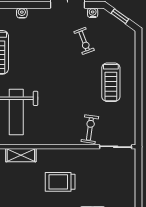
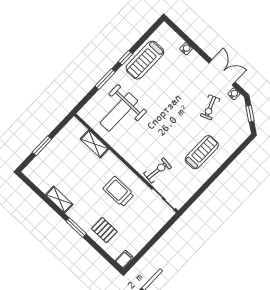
treadmill: (111, 82) -> (202, 152), turned 180
trolley: (60, 182) -> (118, 192), moved

